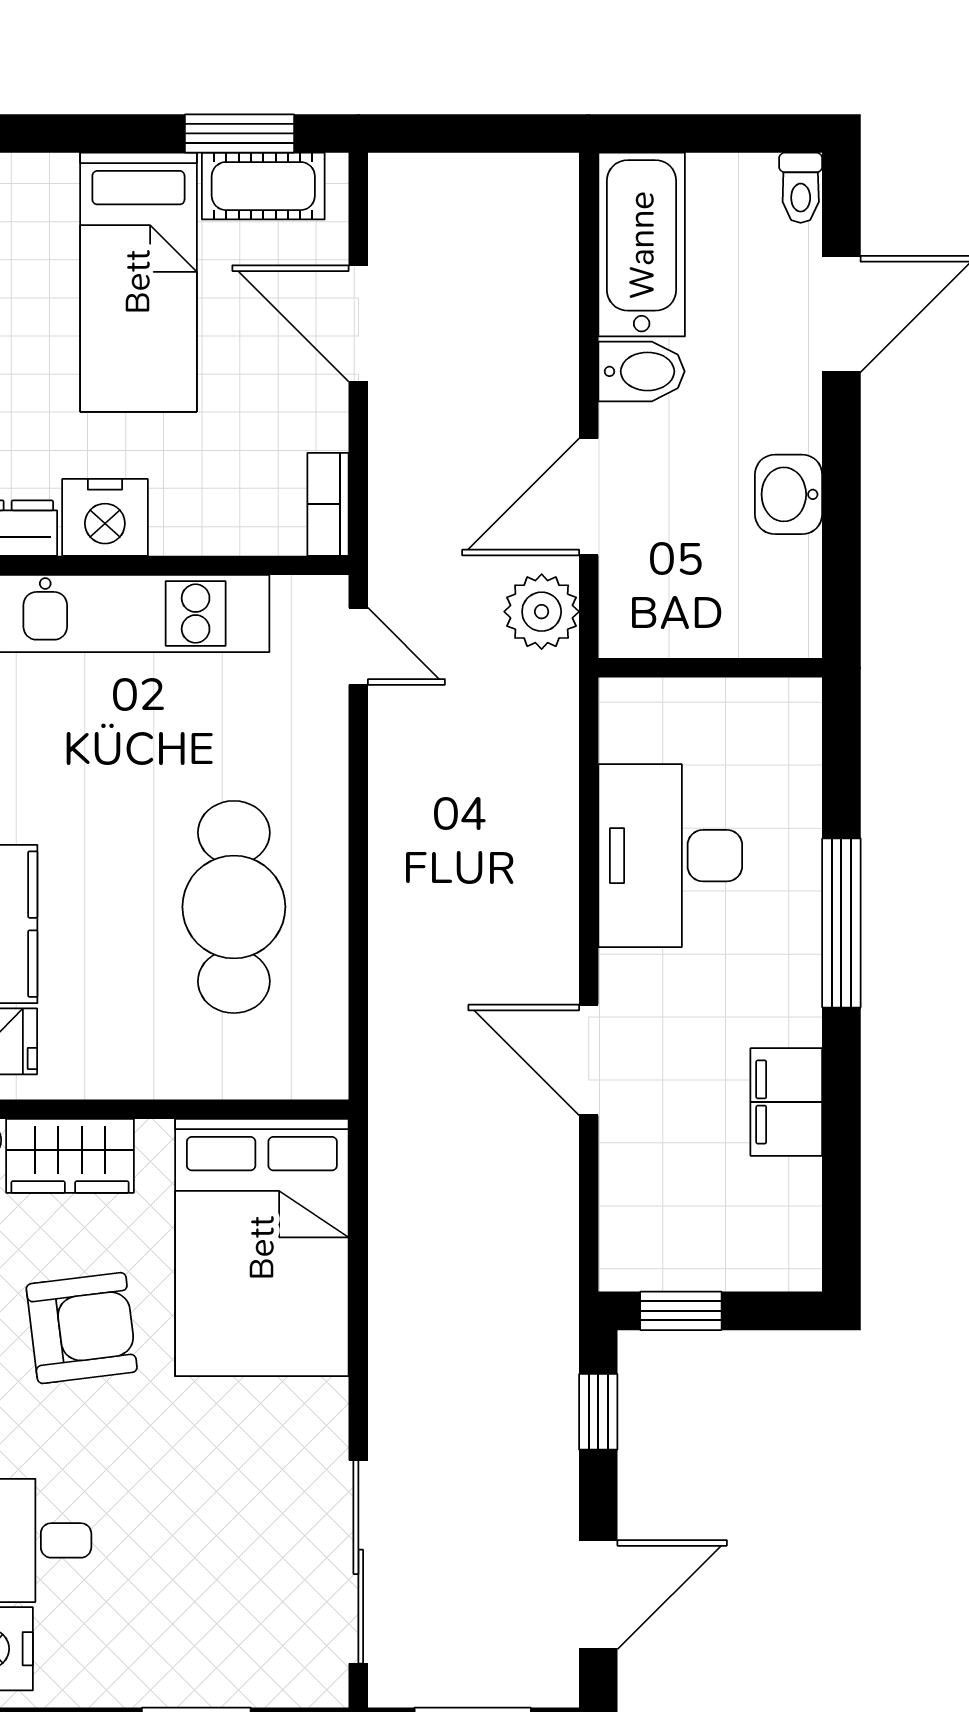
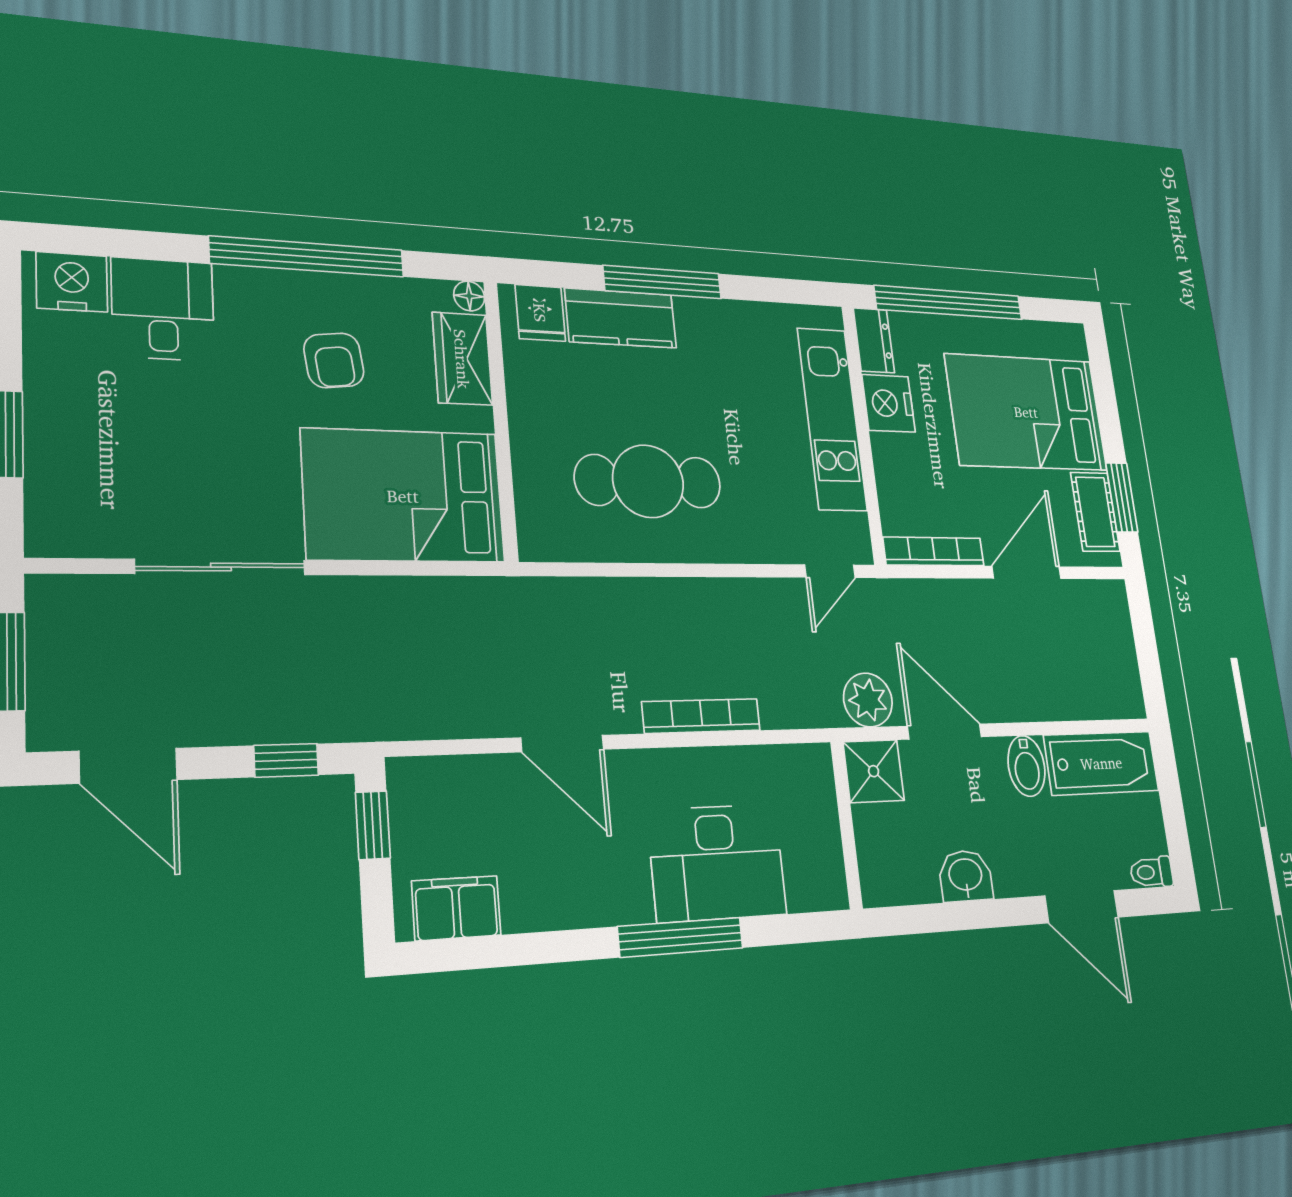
bed: (138, 282) -> (1026, 412), width x1.50
bookcase: (328, 504) -> (934, 551), width x1.56
shower: (640, 616) -> (874, 771), added
desk: (670, 856) -> (717, 862), moved, turned 180
bookcase: (558, 863) -> (701, 716), added
door: (589, 1060) -> (563, 744), swing flipped
filing cabinet: (786, 1102) -> (456, 908), moved
armchair: (82, 1328) -> (334, 360), width x0.72, depth x0.72
sliding door: (358, 1562) -> (221, 567), moved

